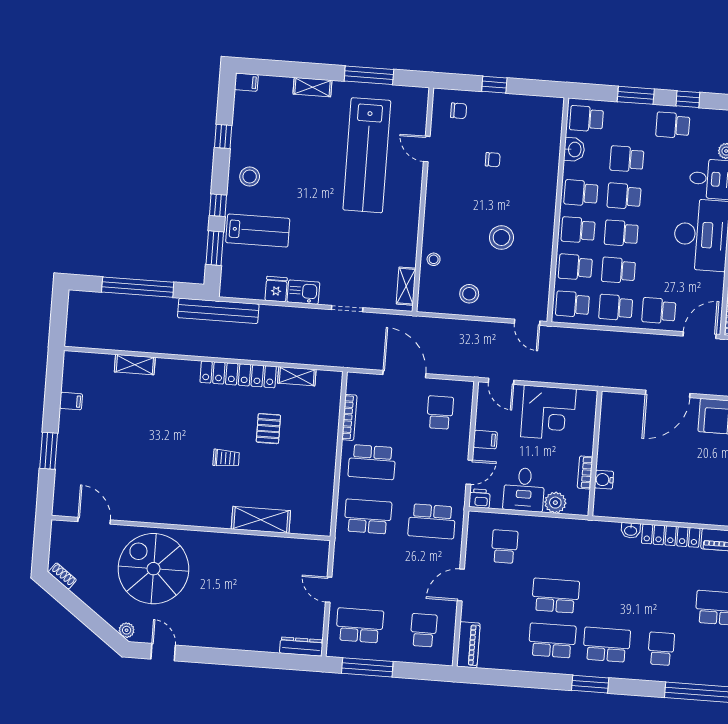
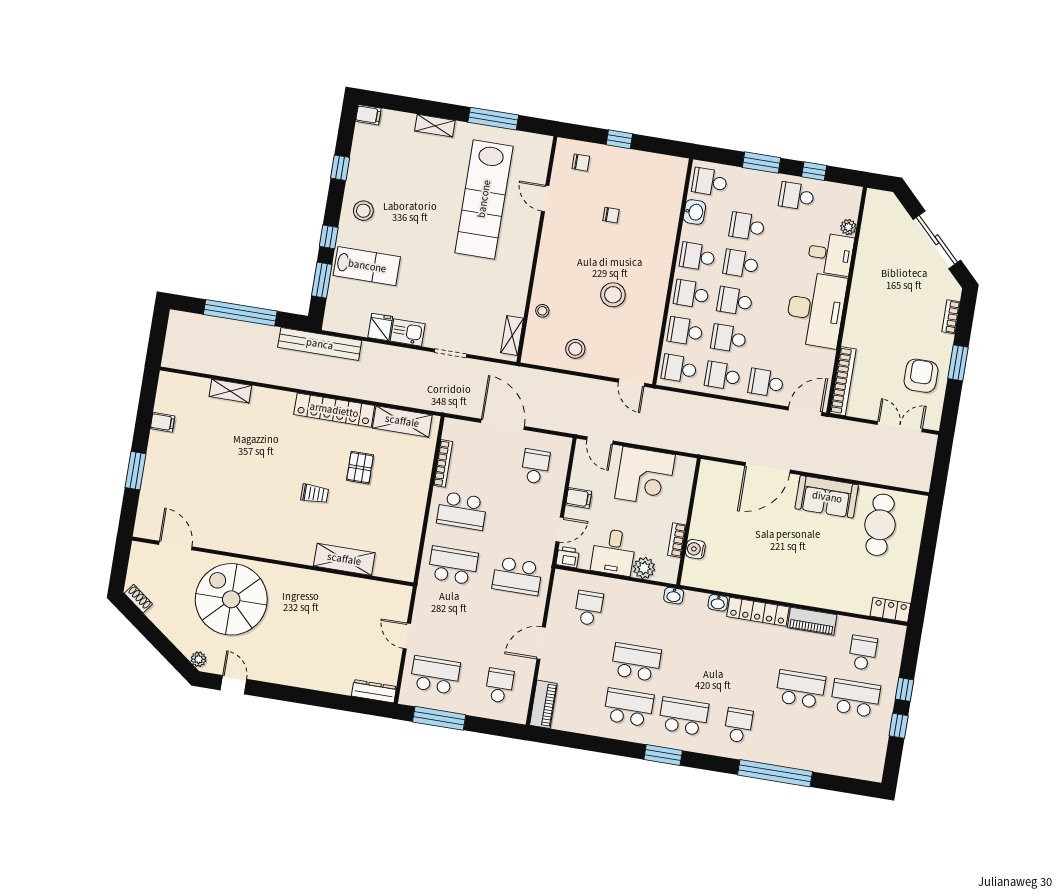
shelving: (297, 376) -> (402, 421), width x1.50, depth x1.33
washbasin: (587, 527) -> (674, 596), added

